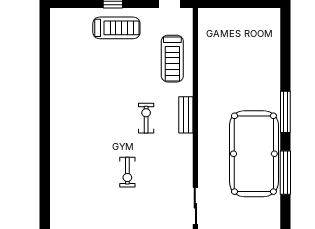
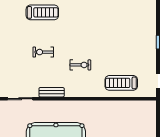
treadmill: (116, 28) -> (42, 12), moved, turned -90
bench: (186, 115) -> (52, 92), moved

